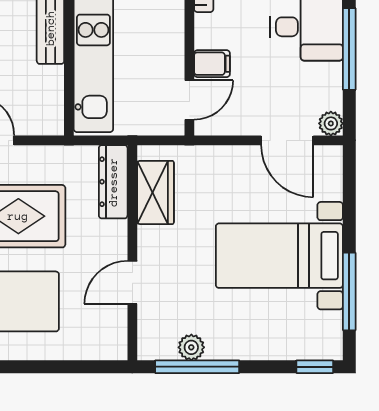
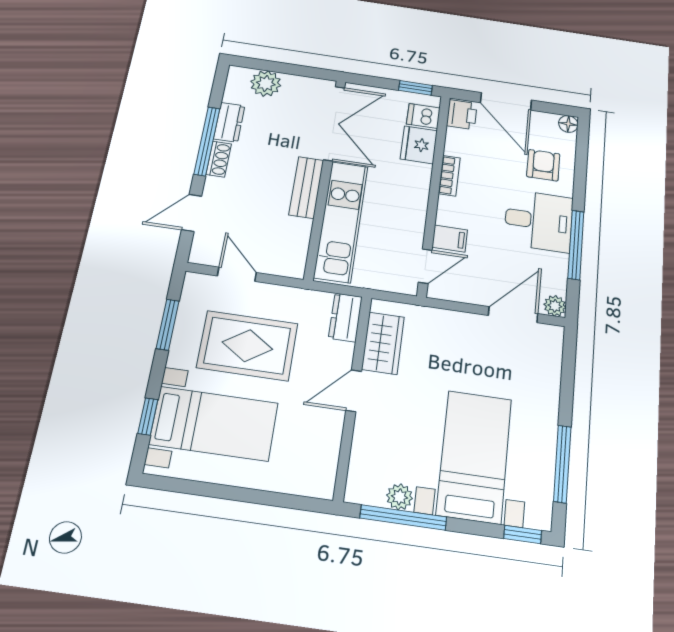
door: (287, 140) -> (513, 315), swing flipped
dresser: (113, 182) -> (345, 317), width x0.70
bed with nightstands: (279, 256) -> (474, 456), moved, turned 90
door: (132, 282) -> (354, 391), moved

